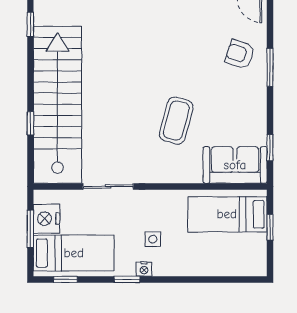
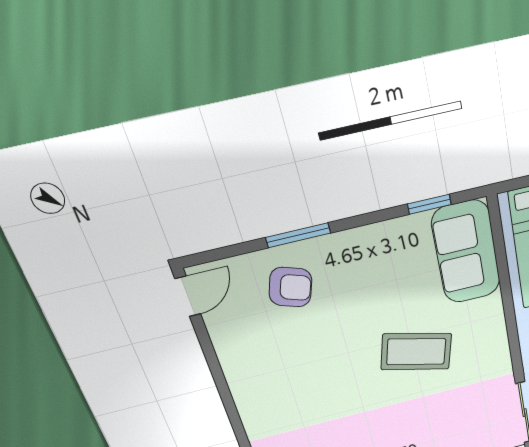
armchair: (240, 54) -> (290, 287), turned -89

